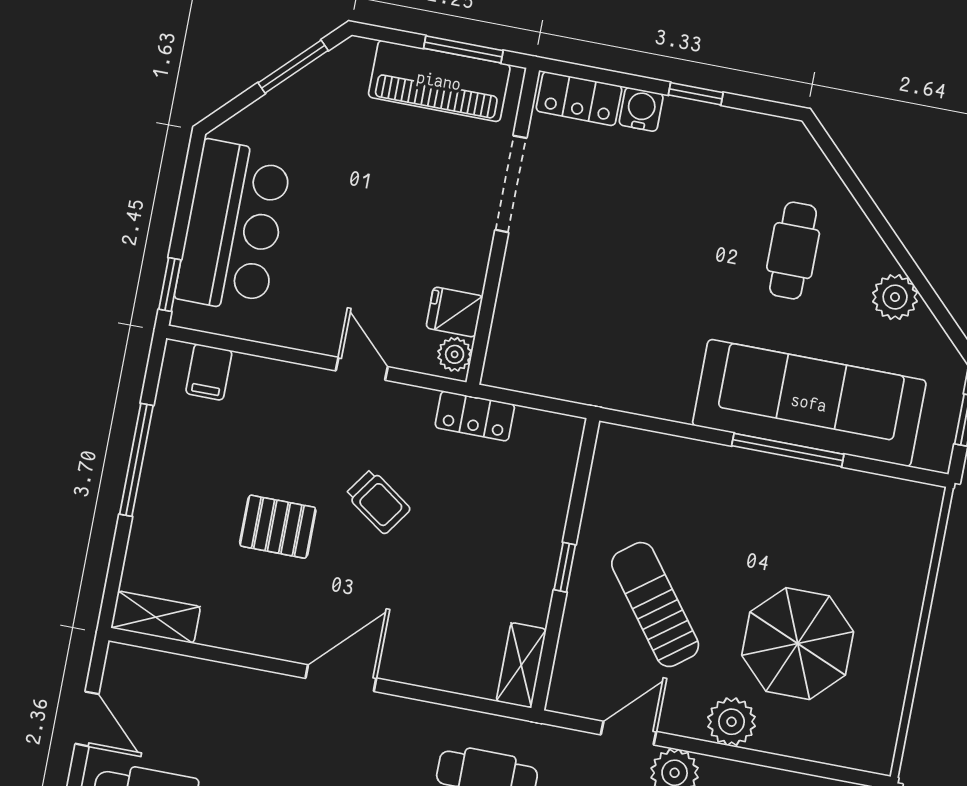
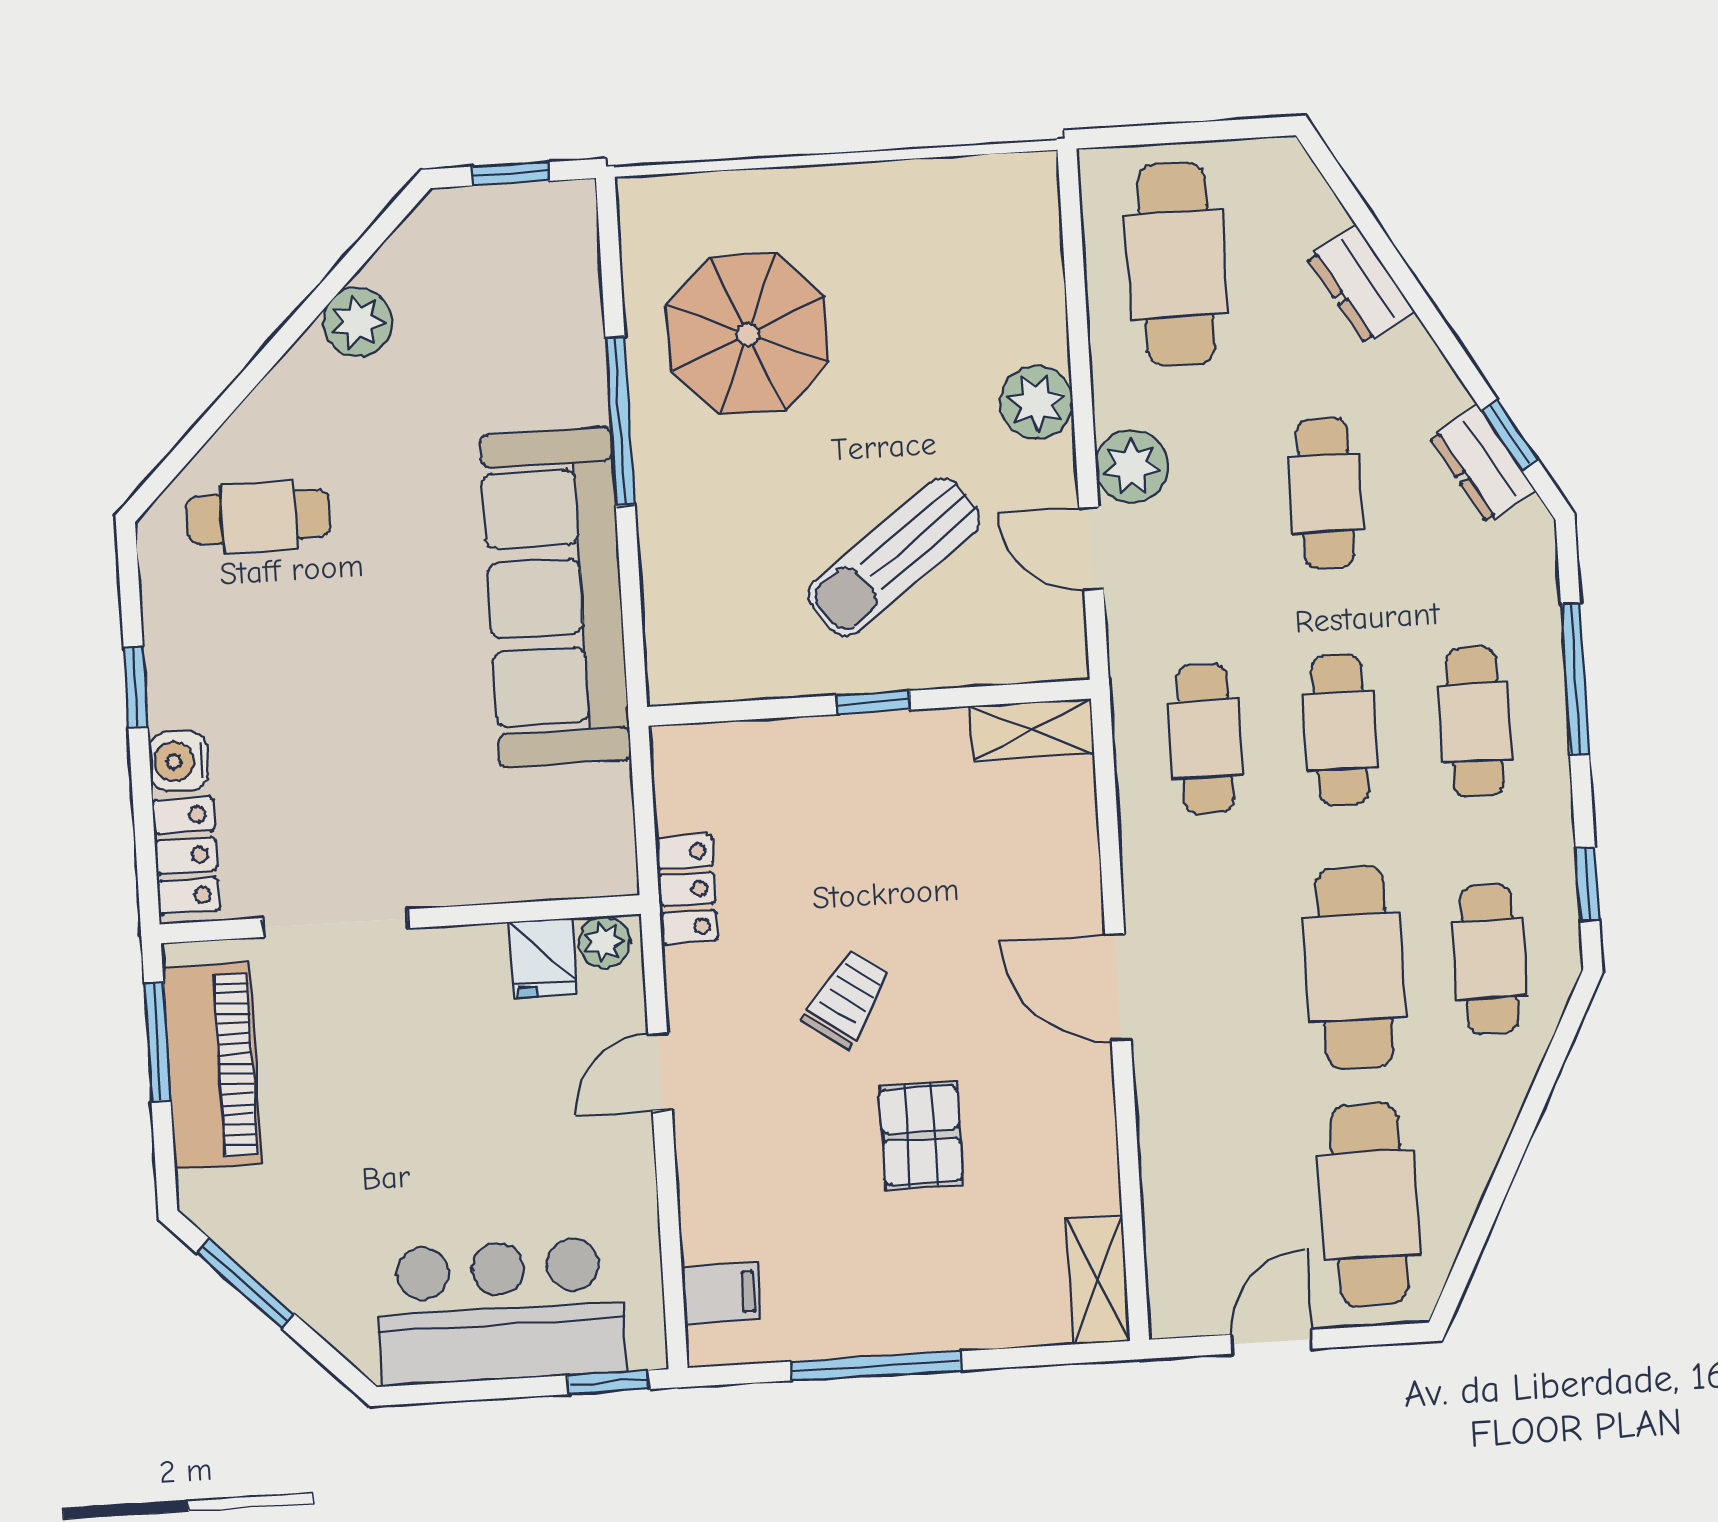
cafe table: (793, 251) -> (258, 517), moved
sofa: (809, 403) -> (555, 597), moved
parasol: (798, 644) -> (748, 334), moved

